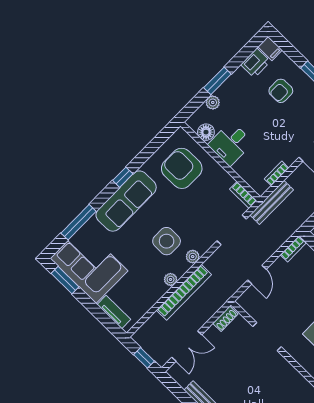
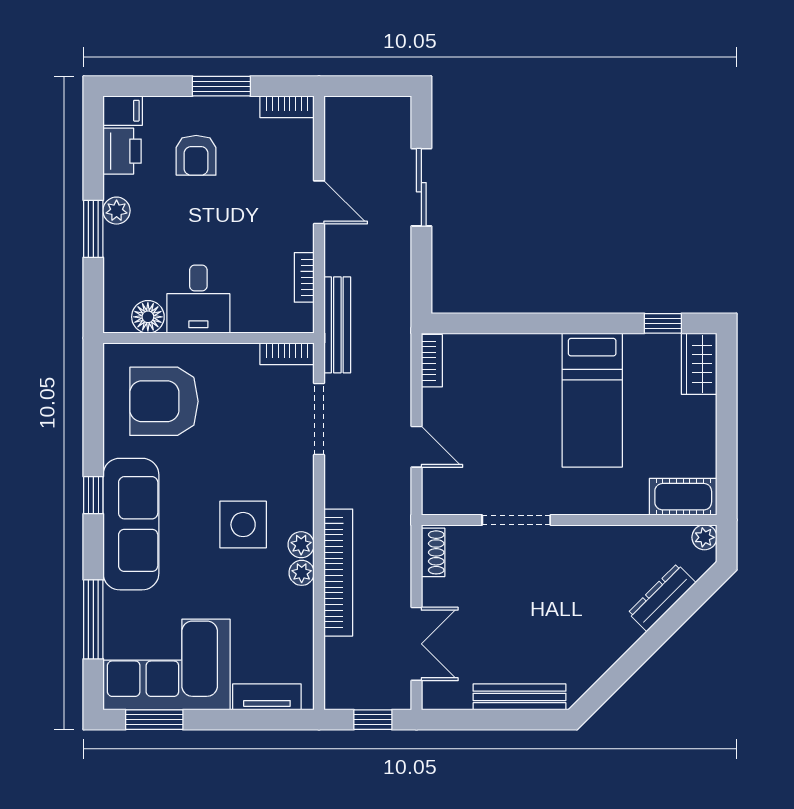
plant: (213, 102) -> (117, 211), moved
plant: (193, 257) -> (301, 545), moved

